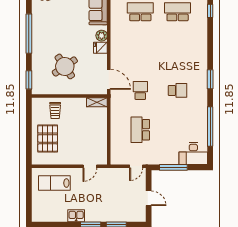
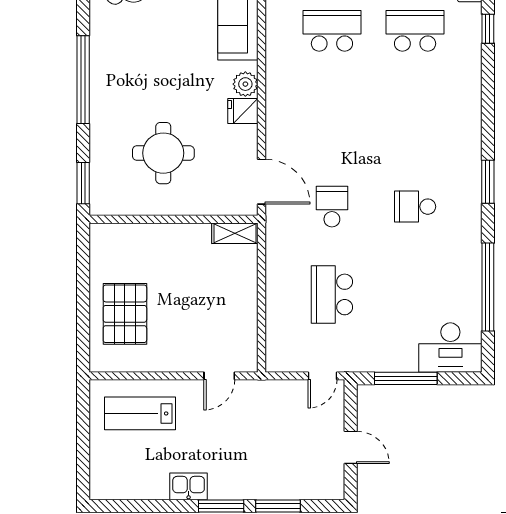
round table: (65, 66) -> (163, 153), turned 34
school desk: (178, 90) -> (415, 207), turned 180
trolley: (55, 111) -> (142, 252), removed

